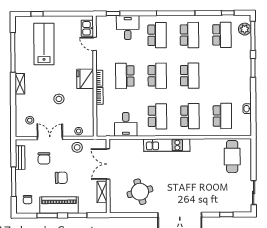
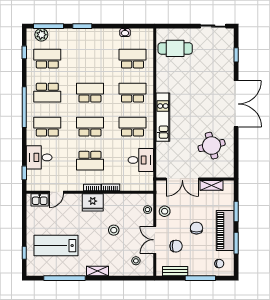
school desk: (189, 35) -> (47, 93), turned 180

